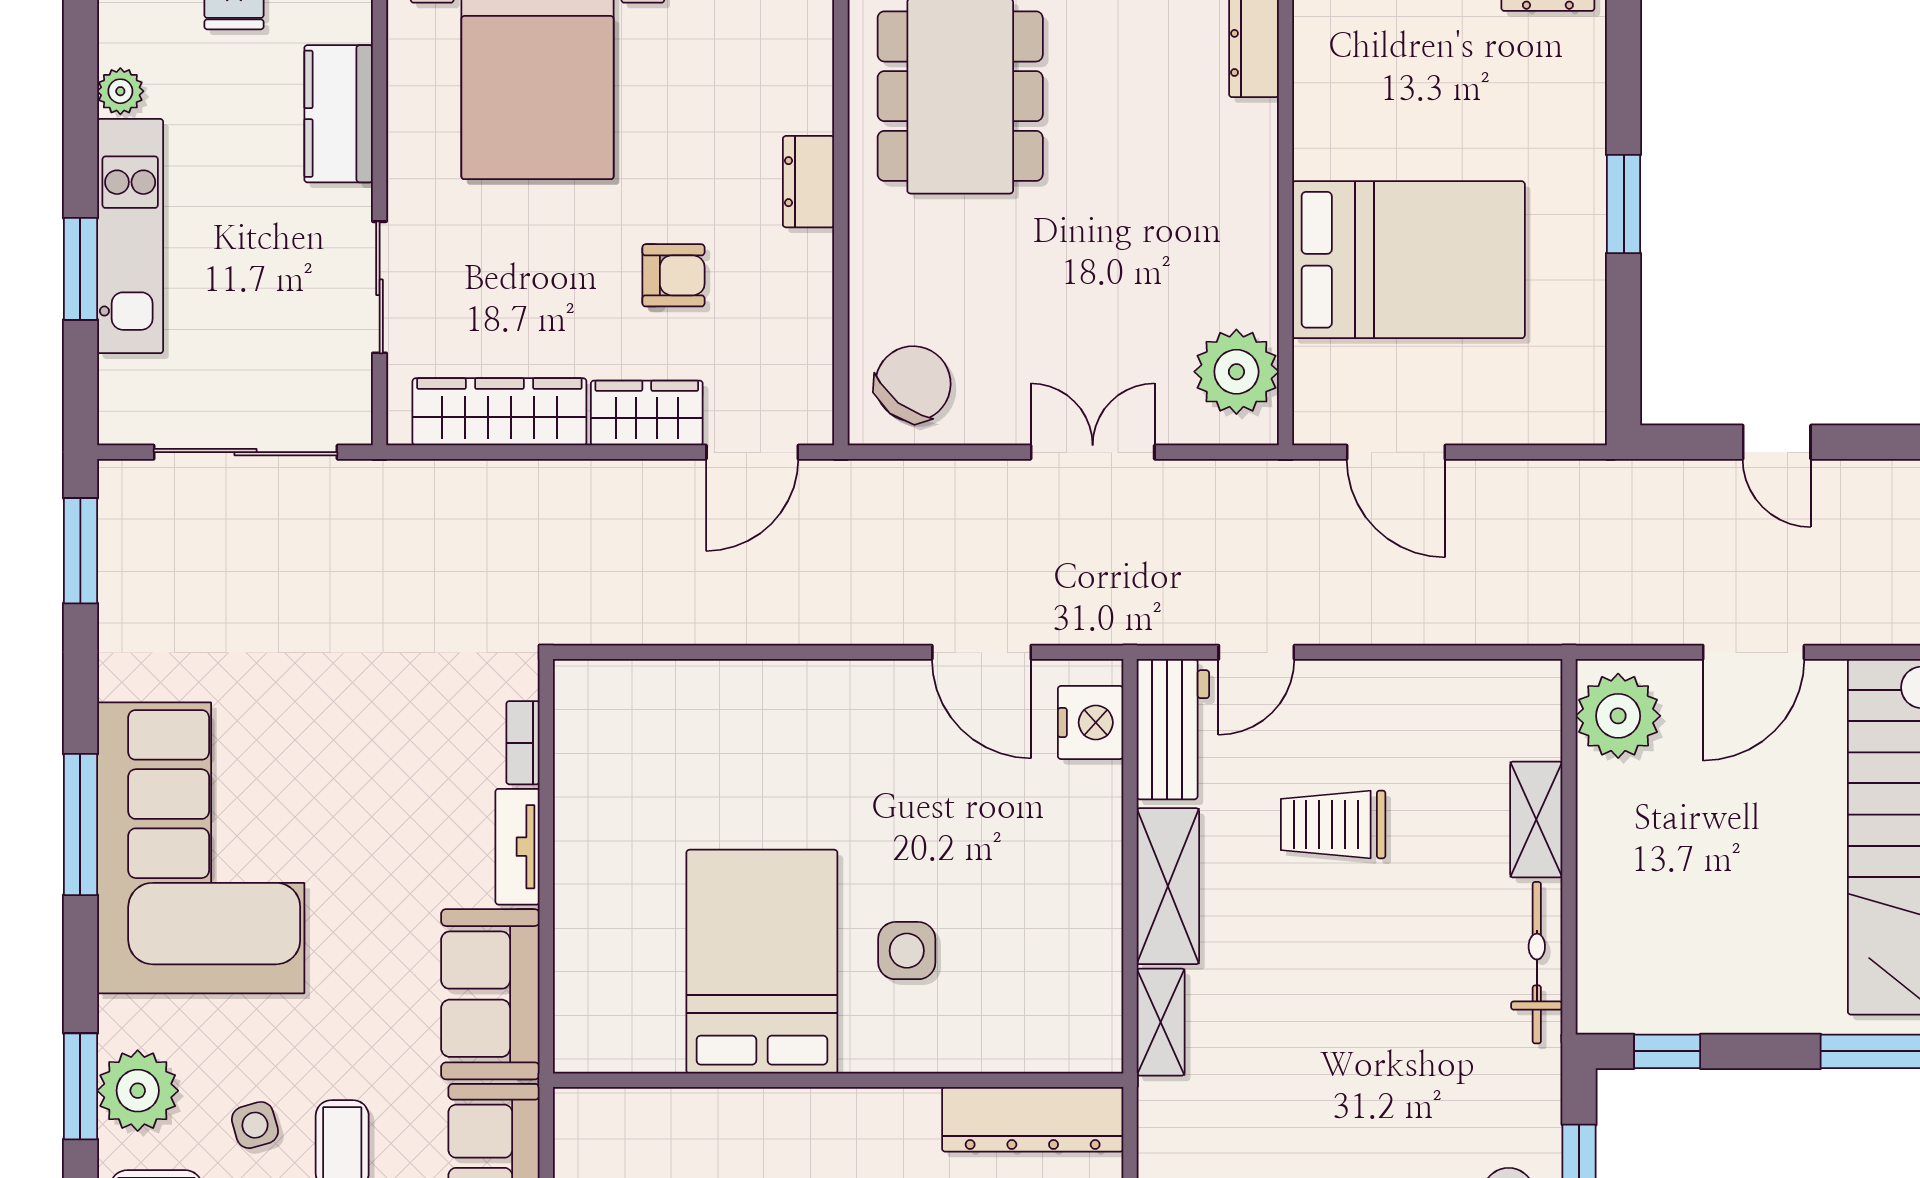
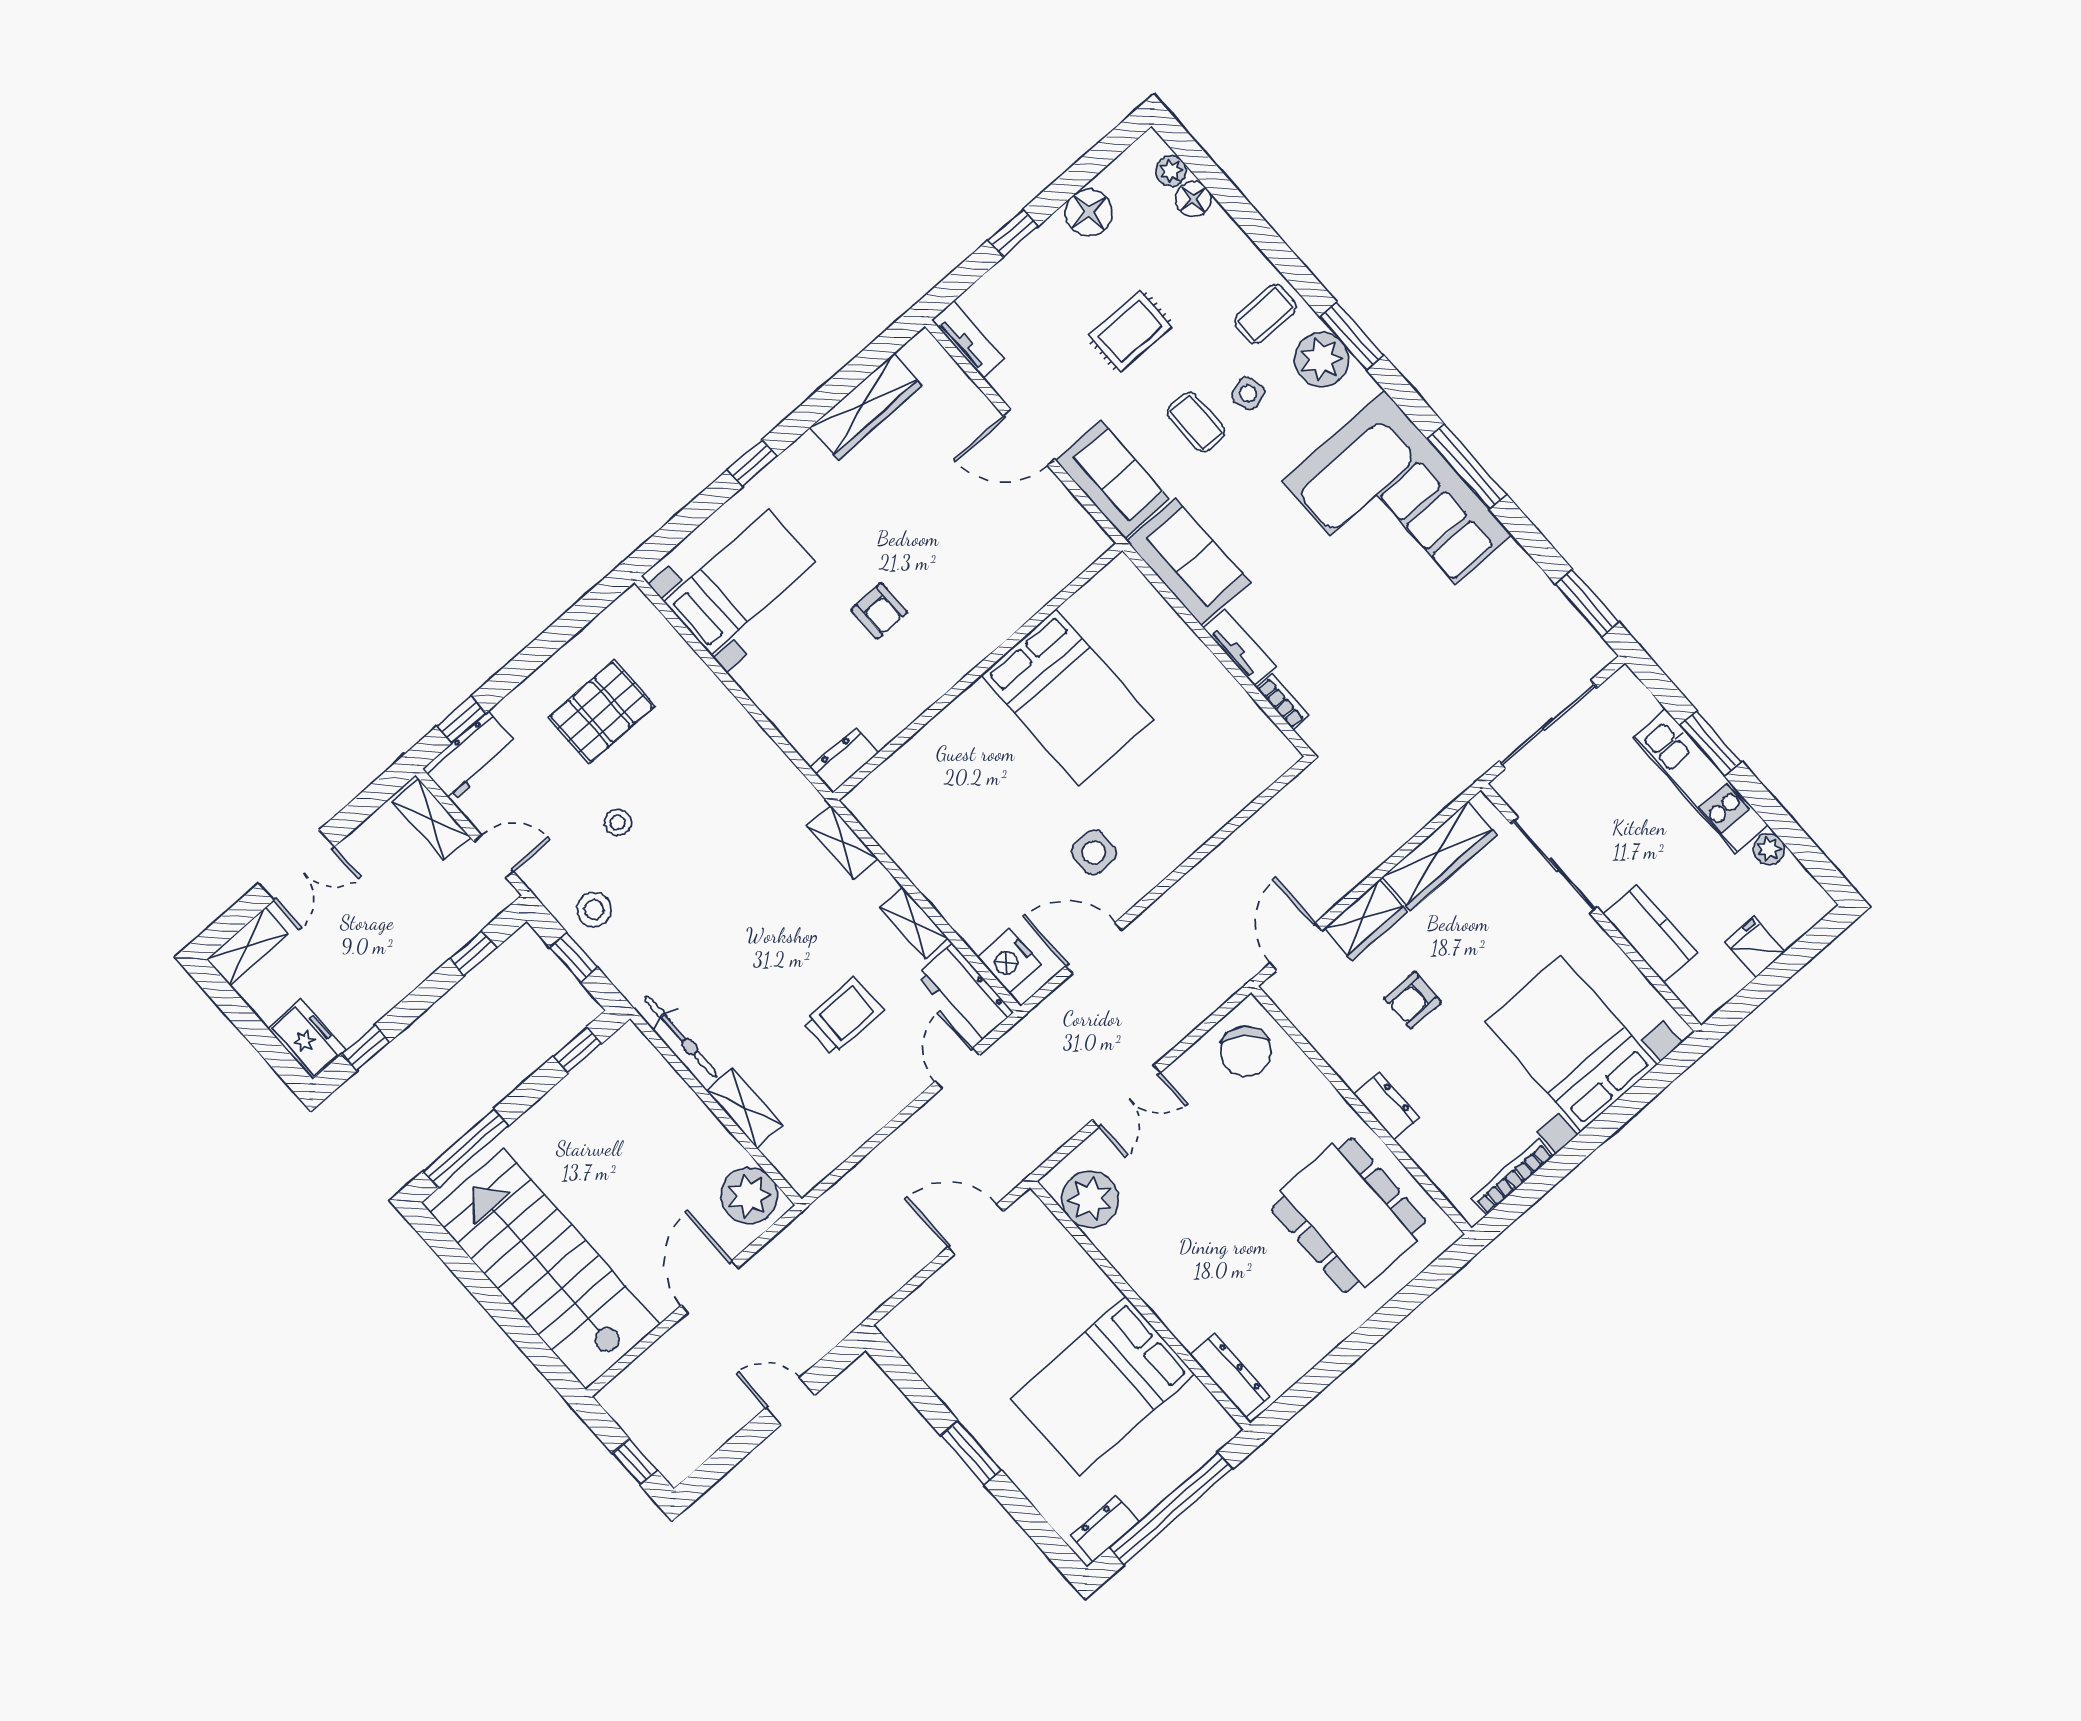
bed: (1409, 260) -> (1102, 1386), moved
sliding door: (380, 287) -> (1554, 865), width x1.37
shelving: (1168, 886) -> (914, 923), width x0.67, depth x0.75
side table: (907, 951) -> (1094, 852), moved
dresser: (1033, 1119) -> (844, 760), width x0.51, depth x0.80

